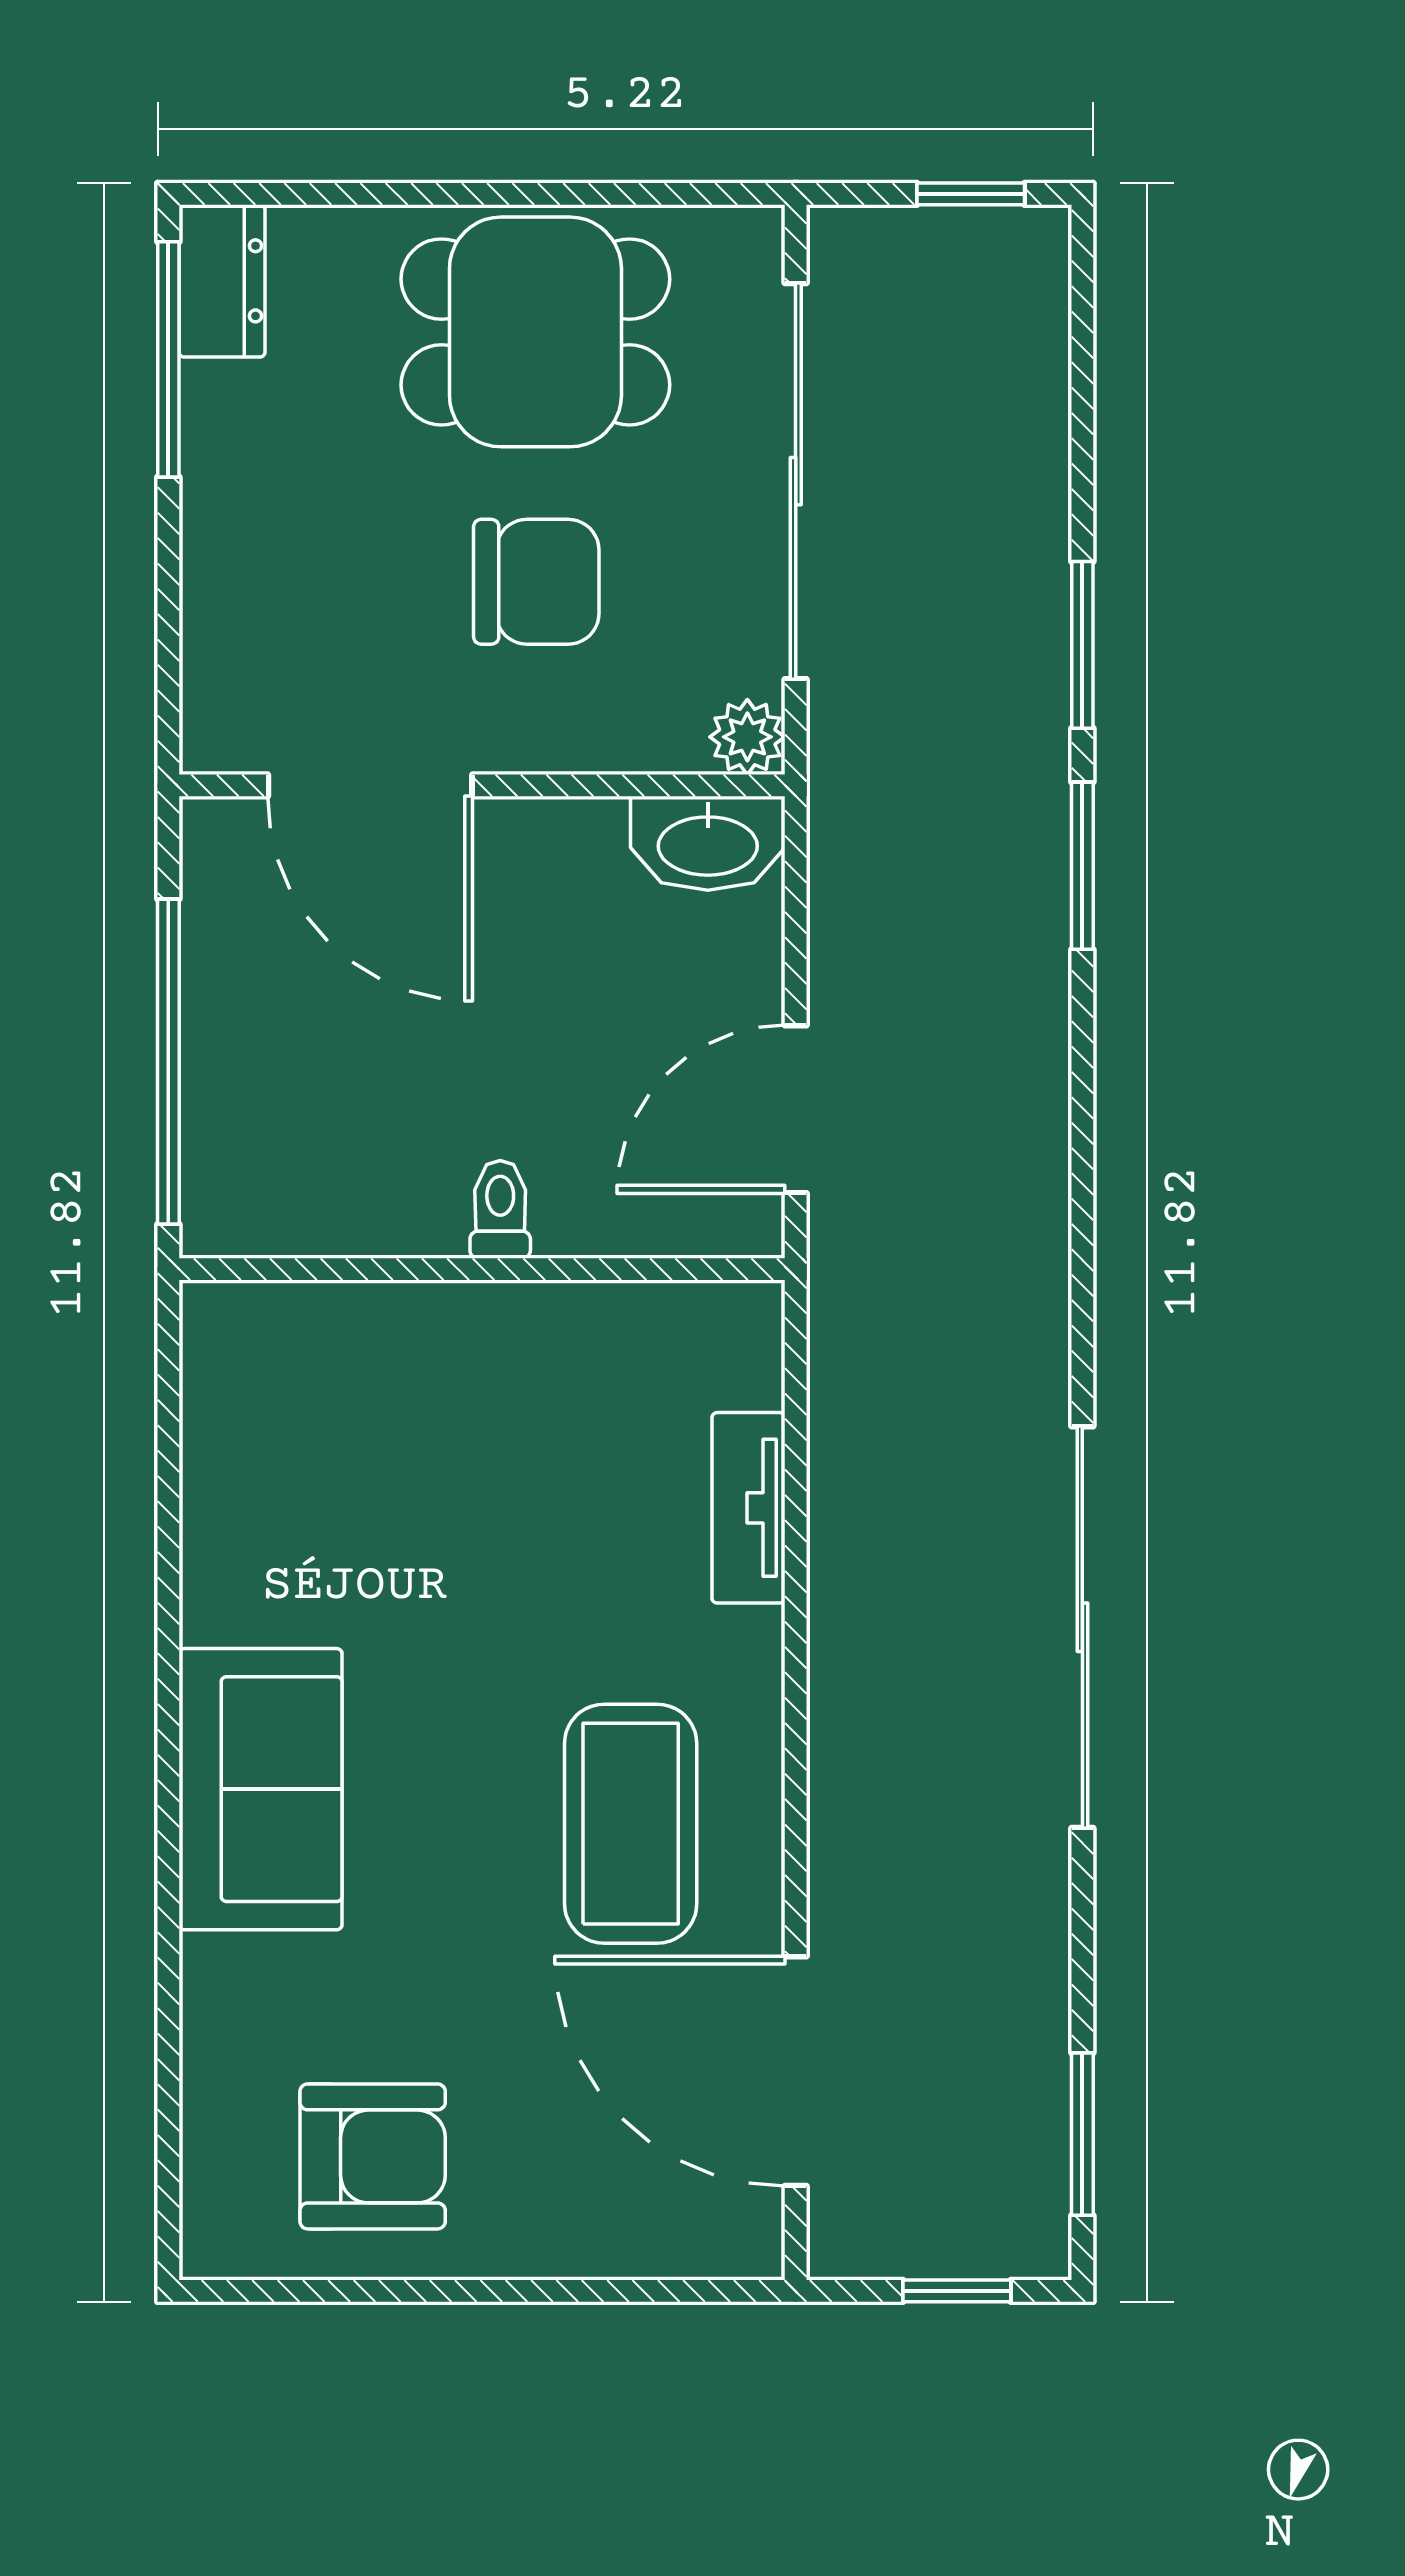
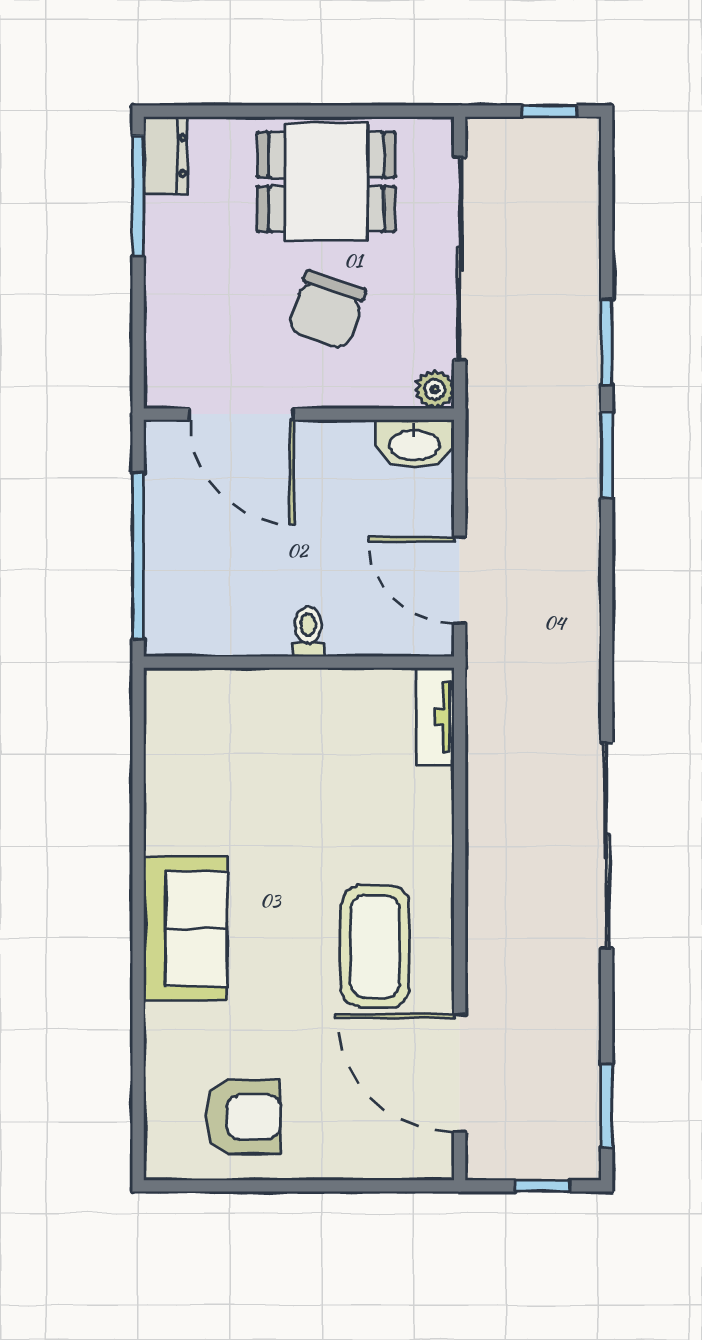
chair: (536, 582) -> (327, 310), turned 109
door: (796, 1109) -> (460, 580), hinge flipped
tv unit: (749, 1508) -> (435, 717), moved

